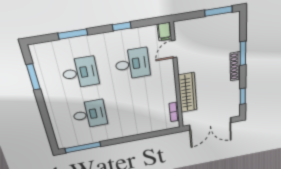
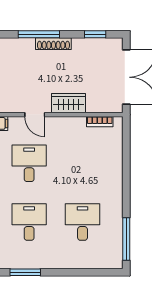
door: (174, 49) -> (35, 115), moved
window: (243, 53) -> (39, 34), width x1.44
wardrobe: (188, 93) -> (68, 103), width x0.67

